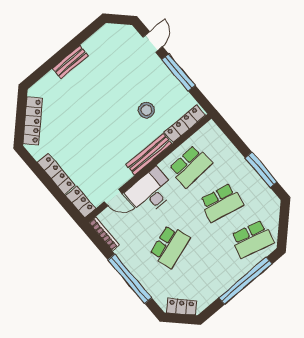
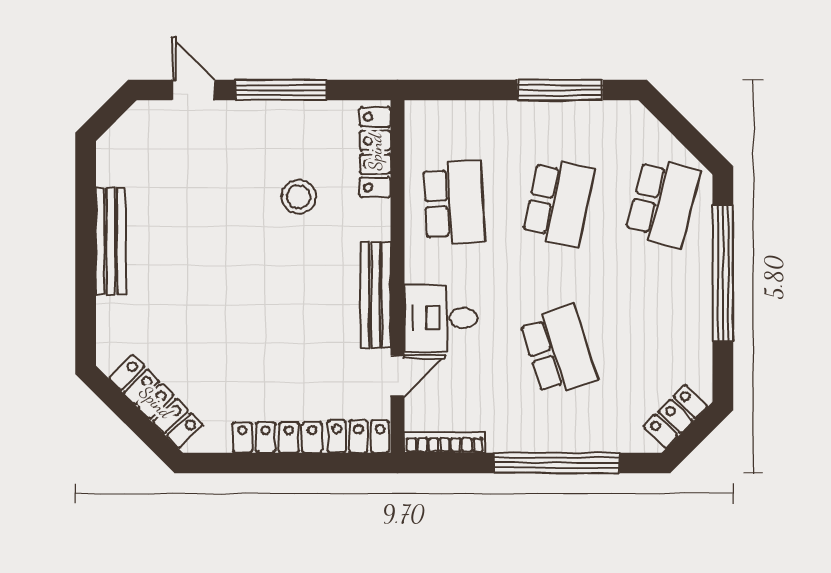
bench: (70, 62) -> (111, 241), width x1.36
bench: (149, 154) -> (376, 295), moved
desk: (151, 192) -> (441, 318), width x0.73

